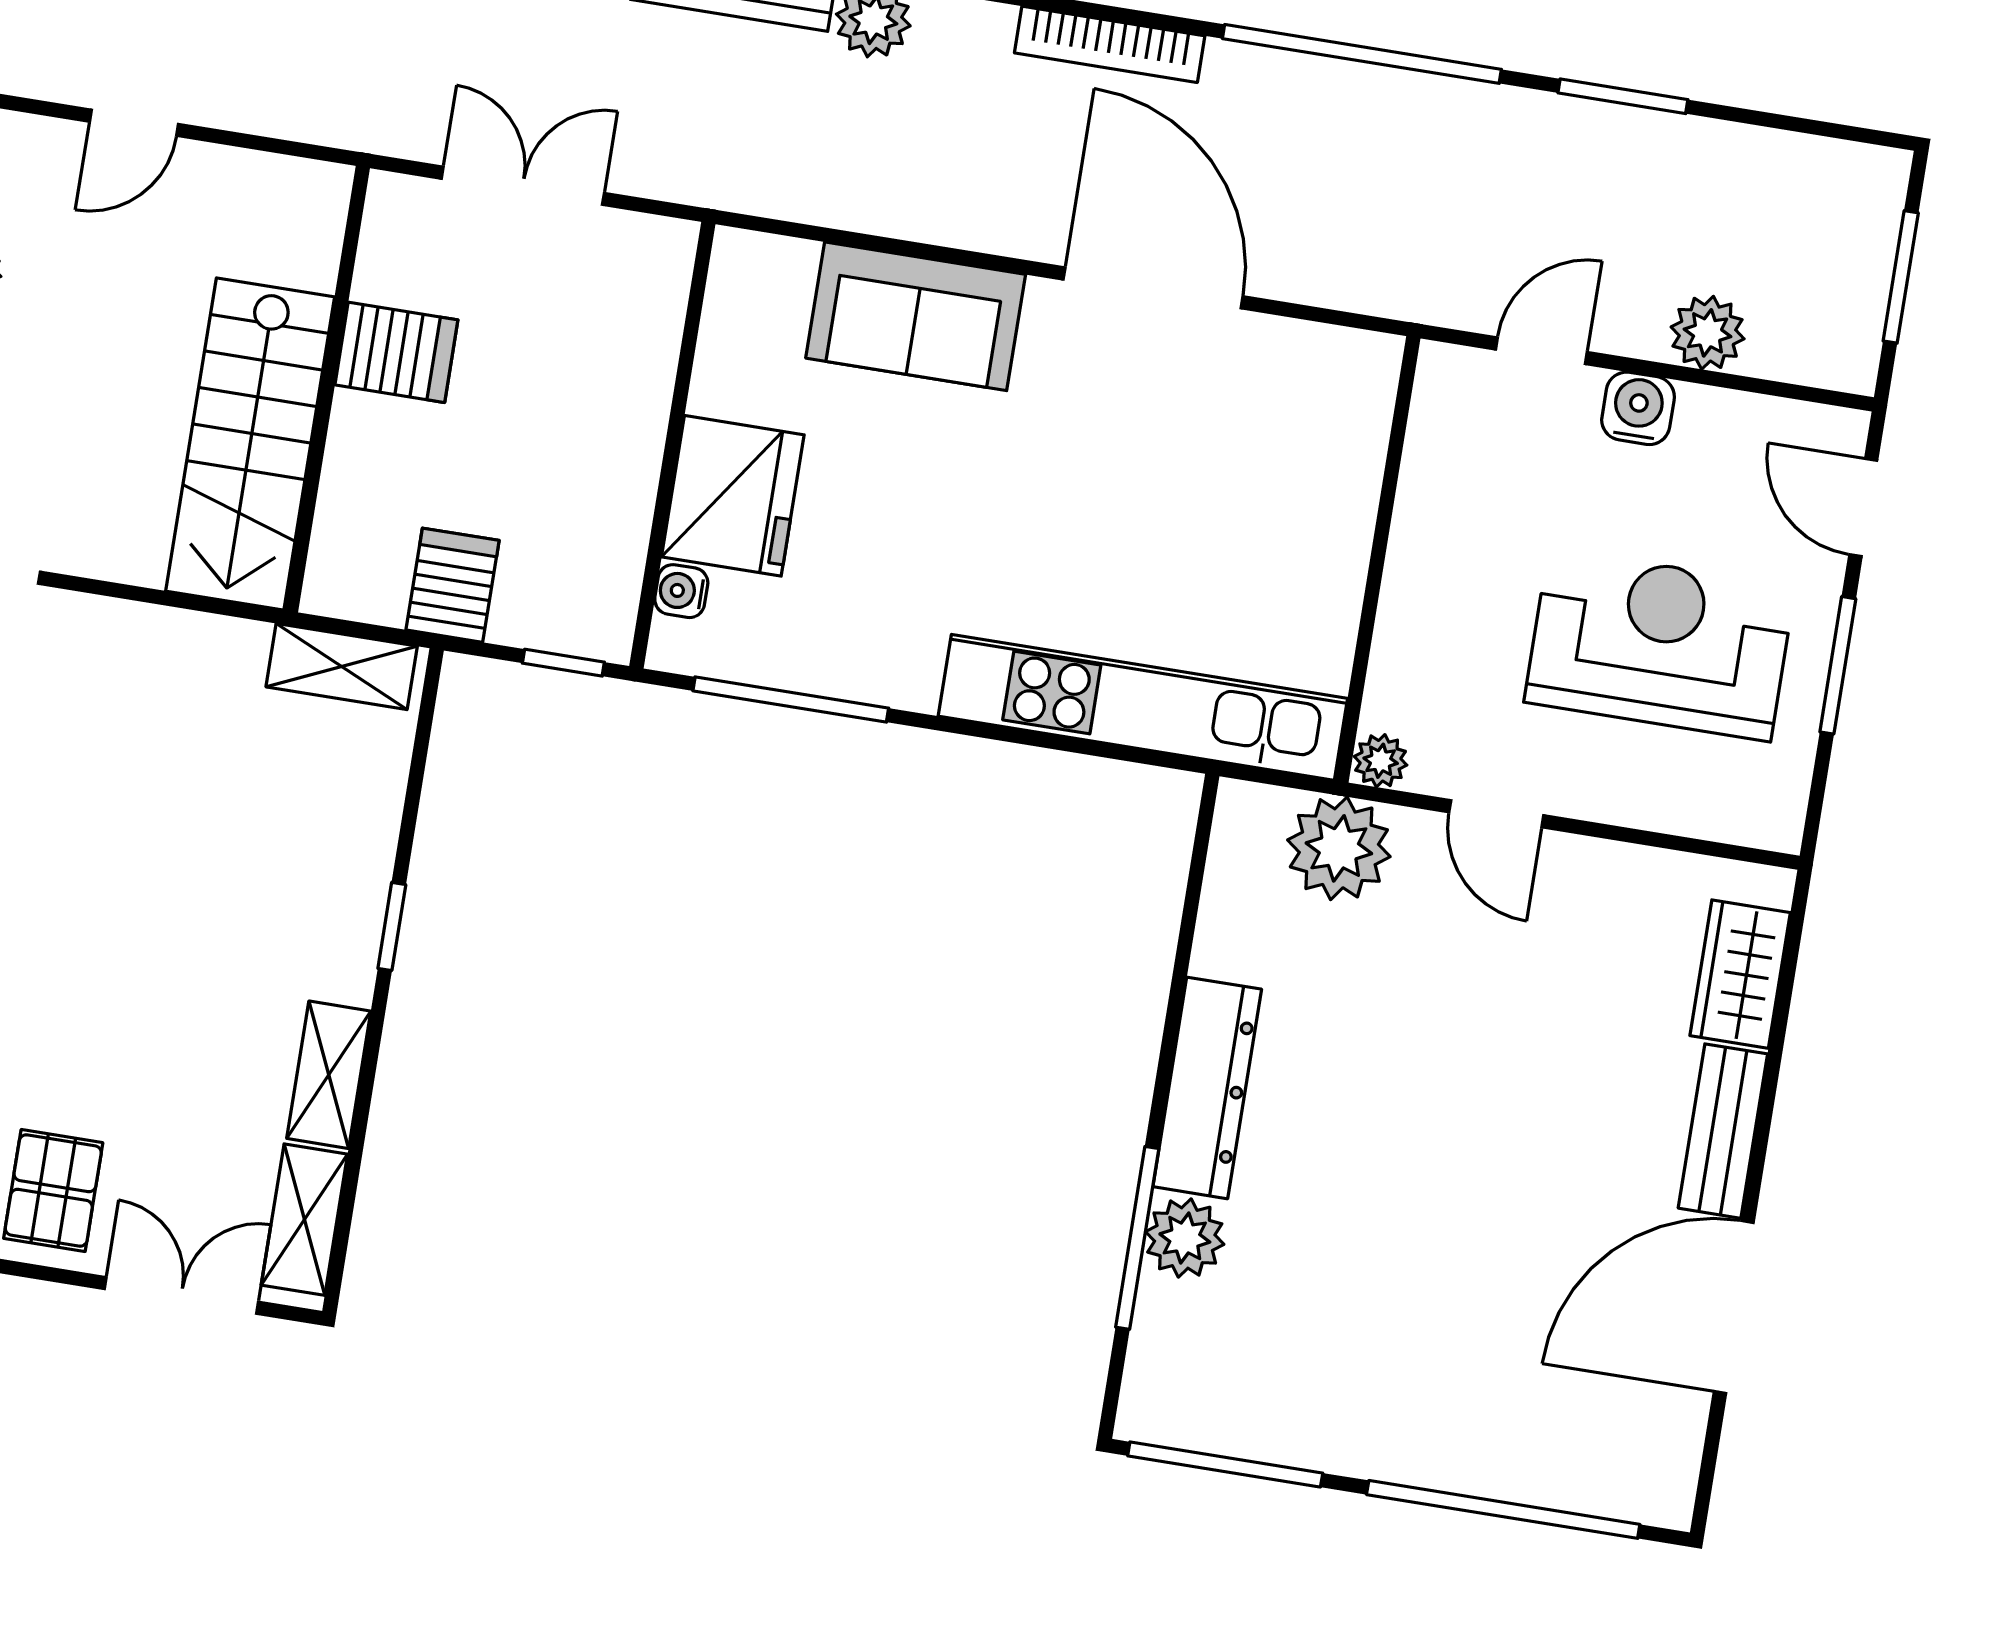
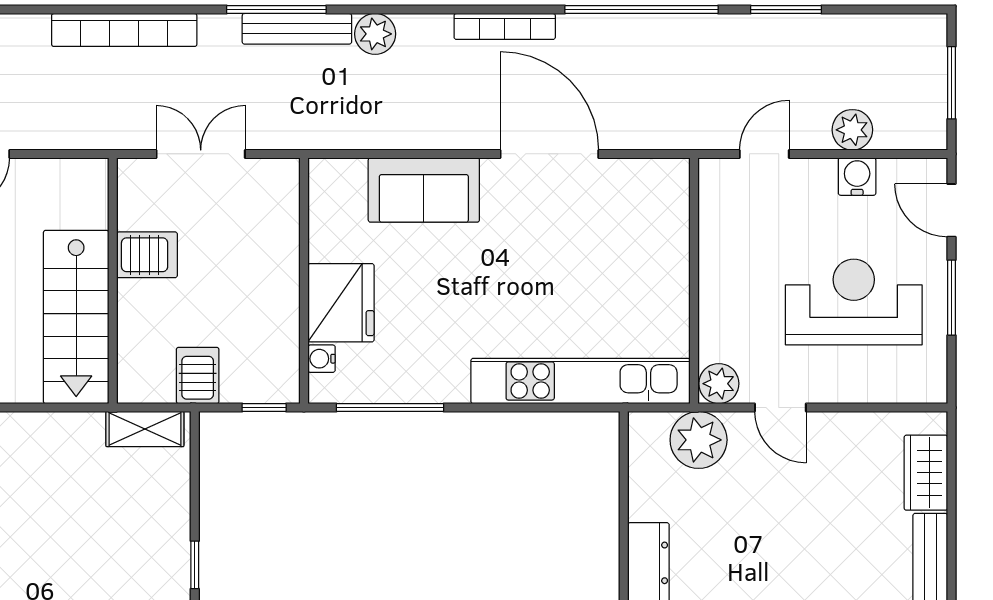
water cooler: (1638, 408) -> (857, 177), moved
plant: (1381, 761) -> (719, 384), width x1.38, depth x1.38

